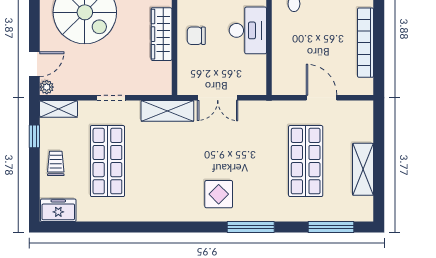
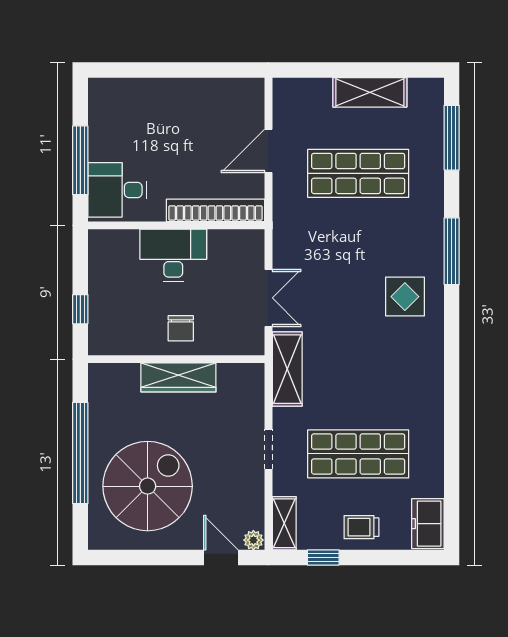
bookcase: (366, 43) -> (215, 210), moved, turned 180

